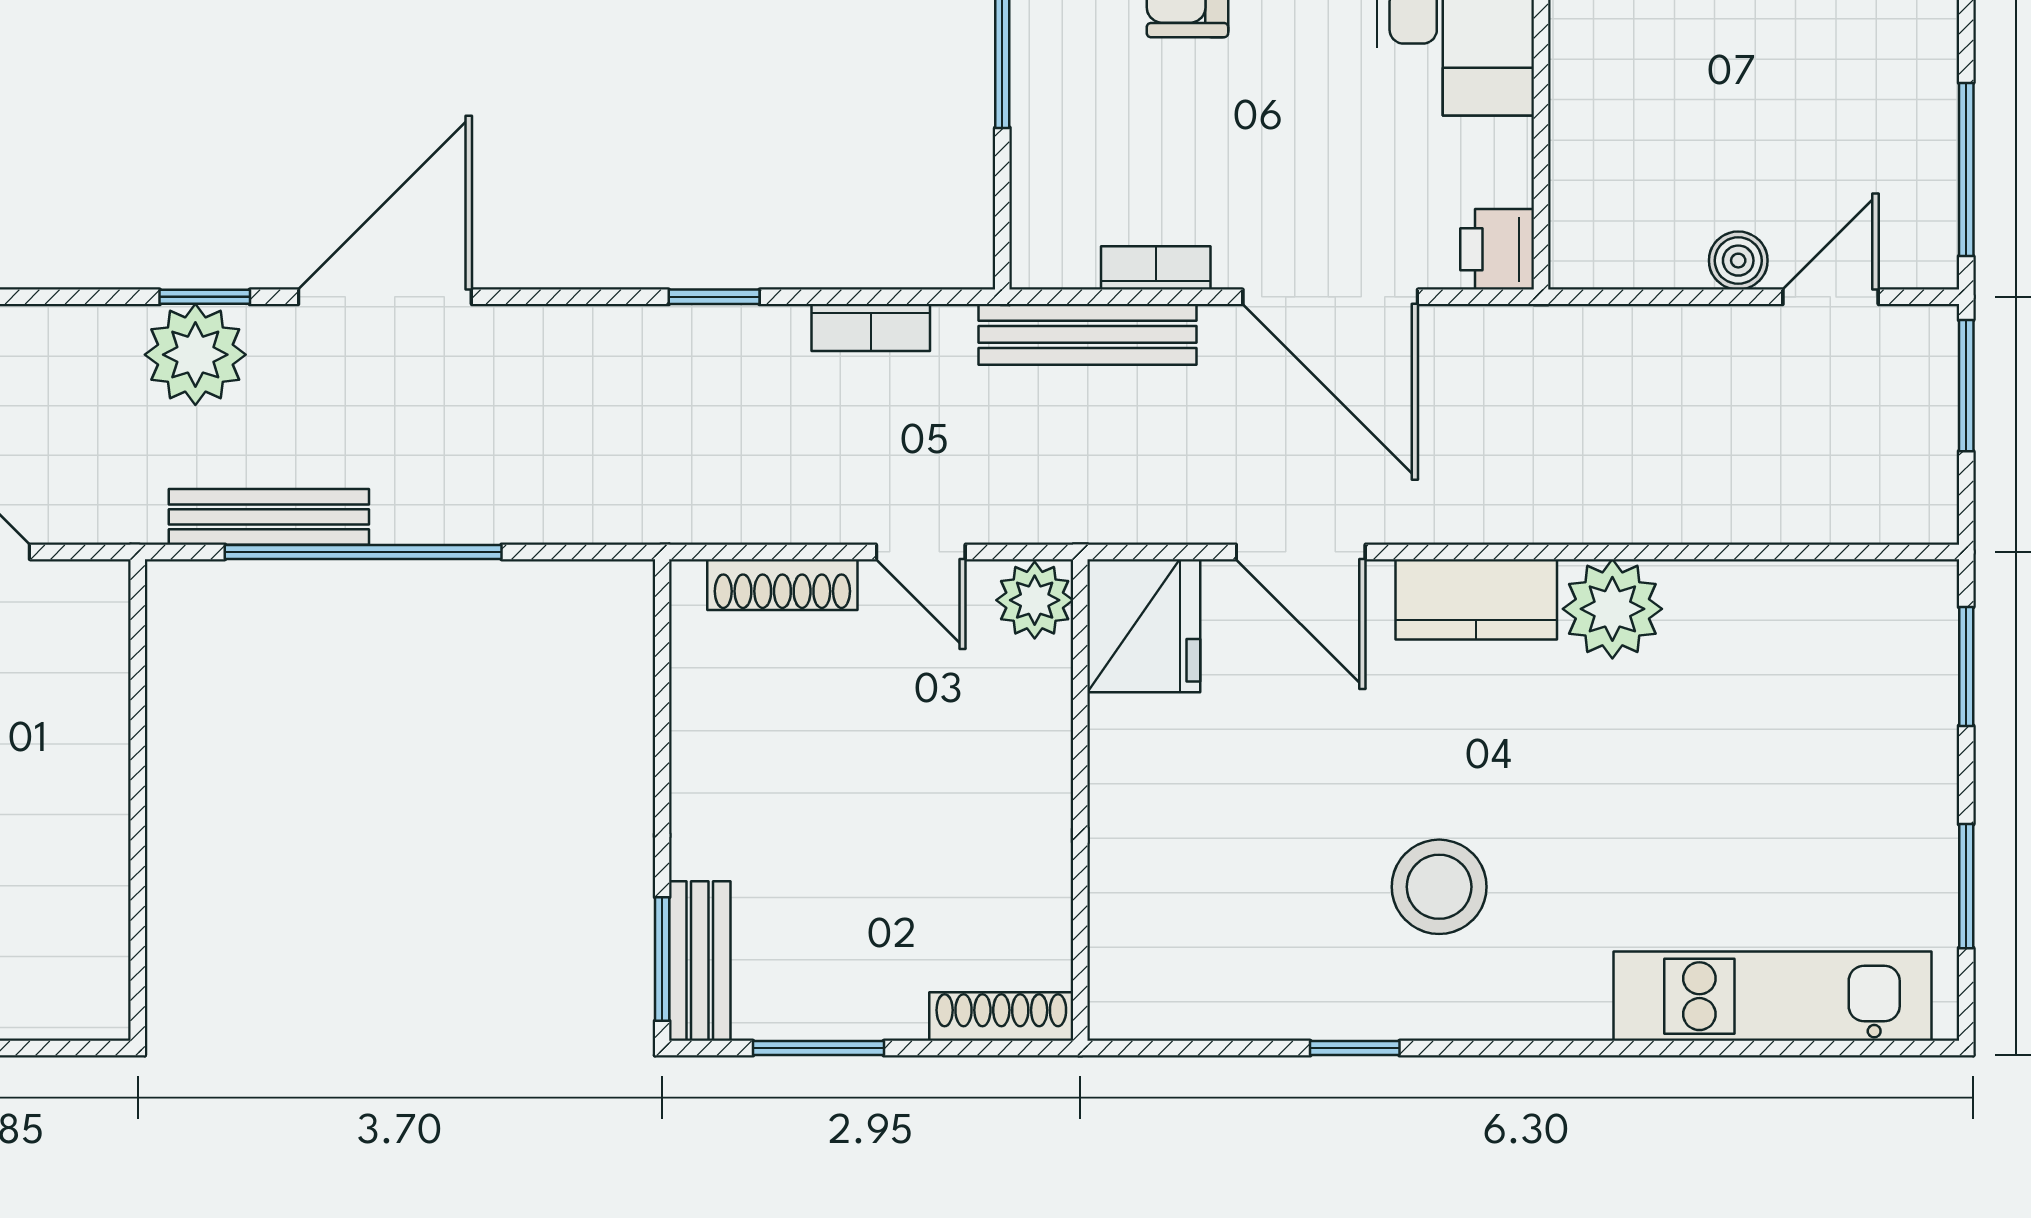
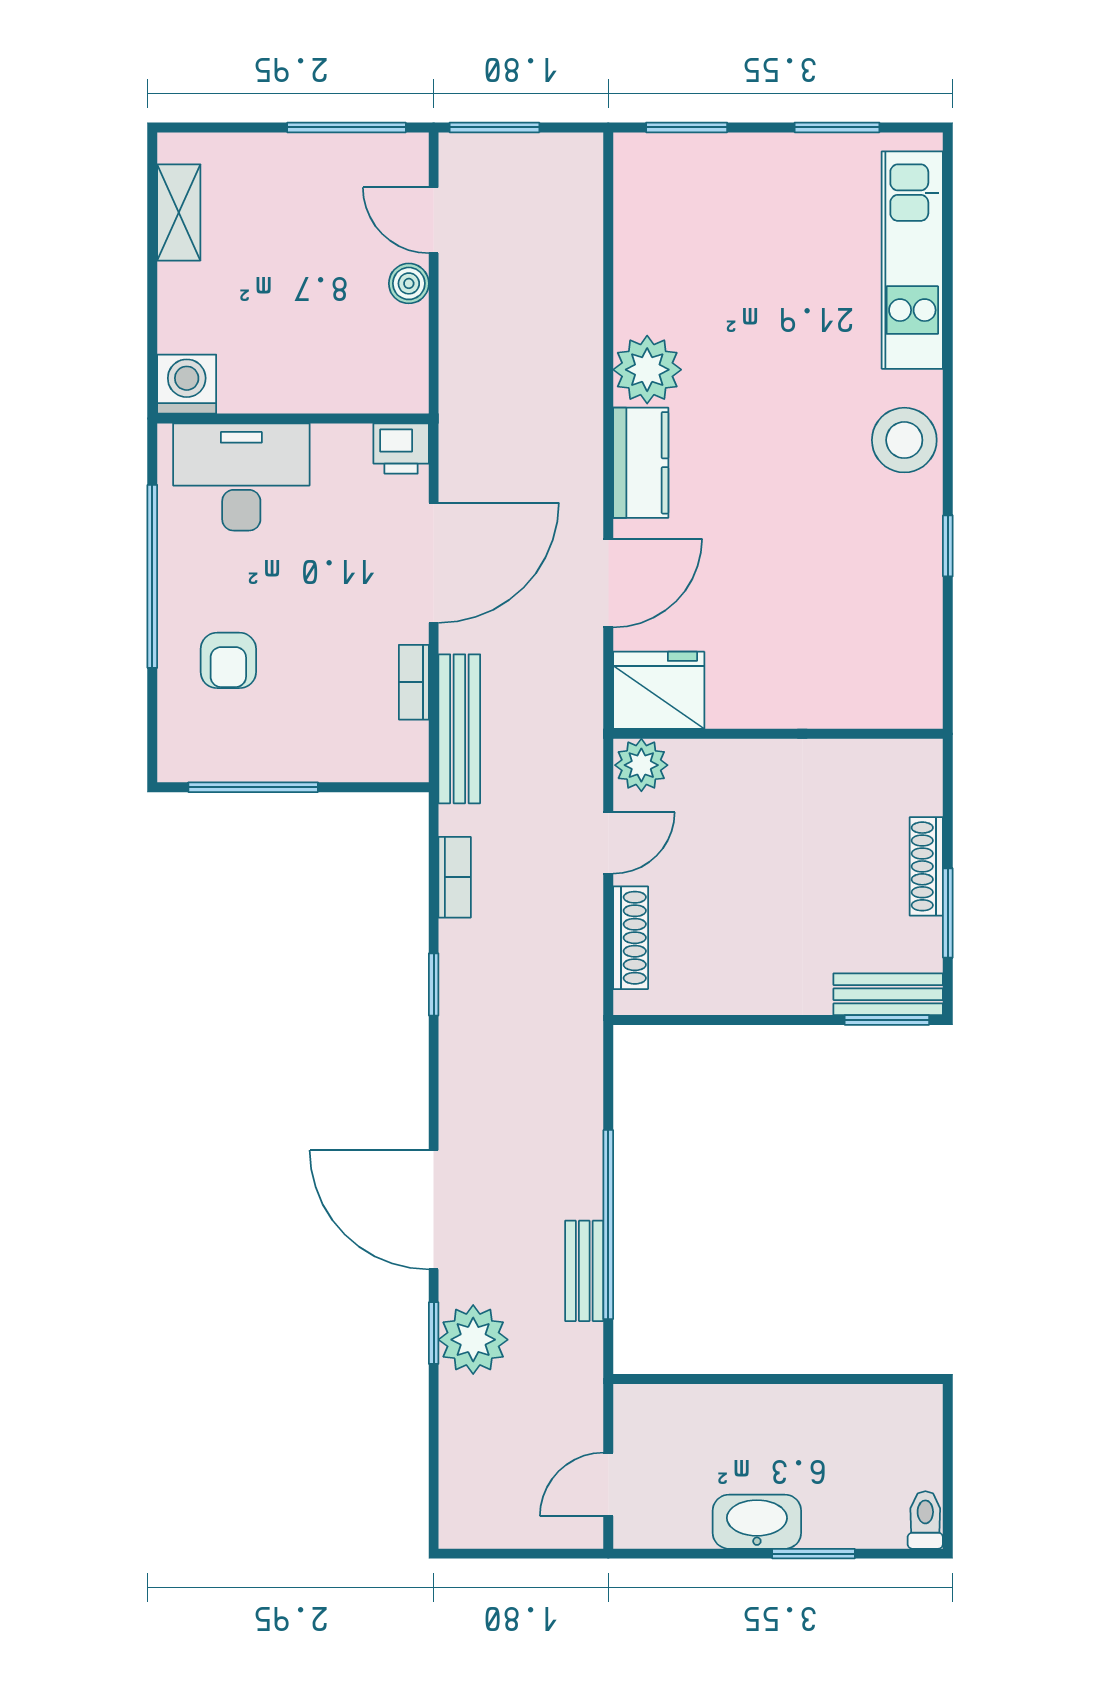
bench: (269, 517) -> (584, 1271), width x0.73
stool: (1439, 887) -> (904, 440), moved
shoe rack: (1001, 1017) -> (926, 866), moved

